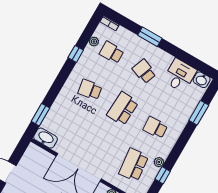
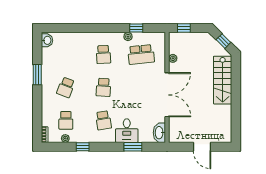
window: (150, 37) -> (37, 75), moved
desk: (180, 75) -> (127, 131), moved, turned -90
school desk: (123, 109) -> (103, 87), width x0.54
window: (199, 113) -> (73, 28), removed
window: (40, 115) -> (133, 147), moved

